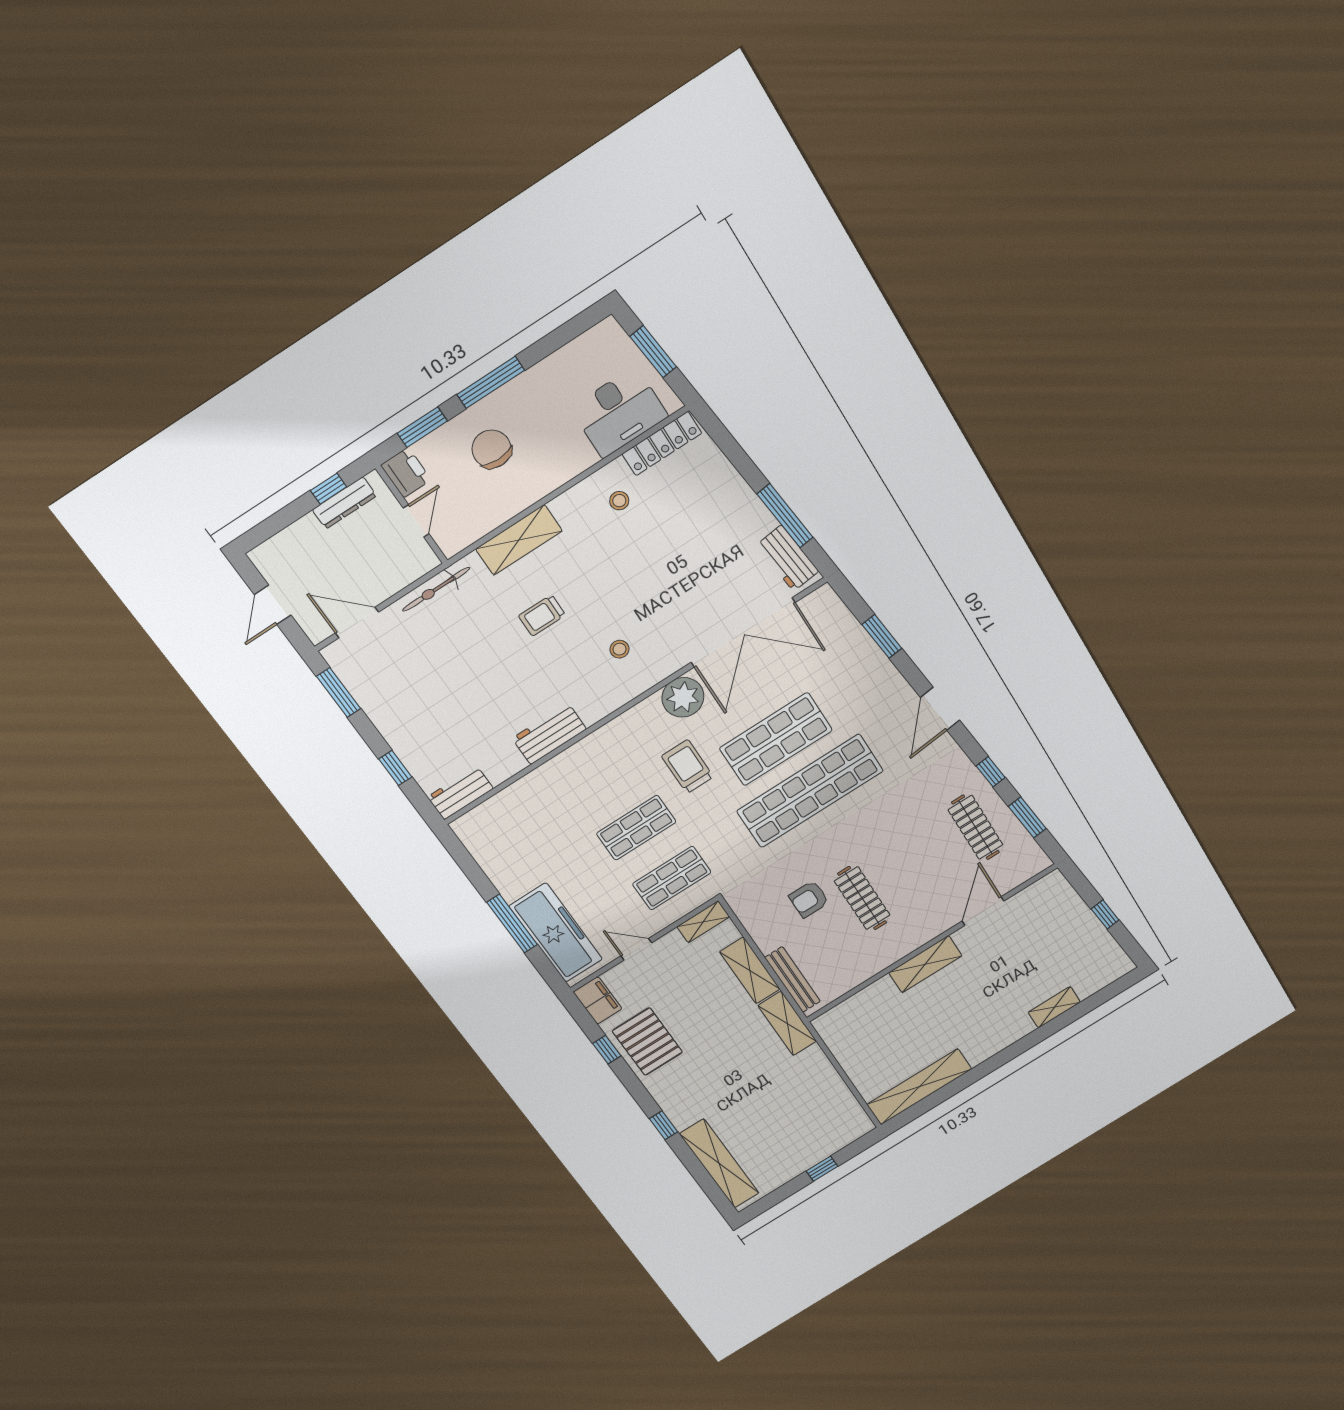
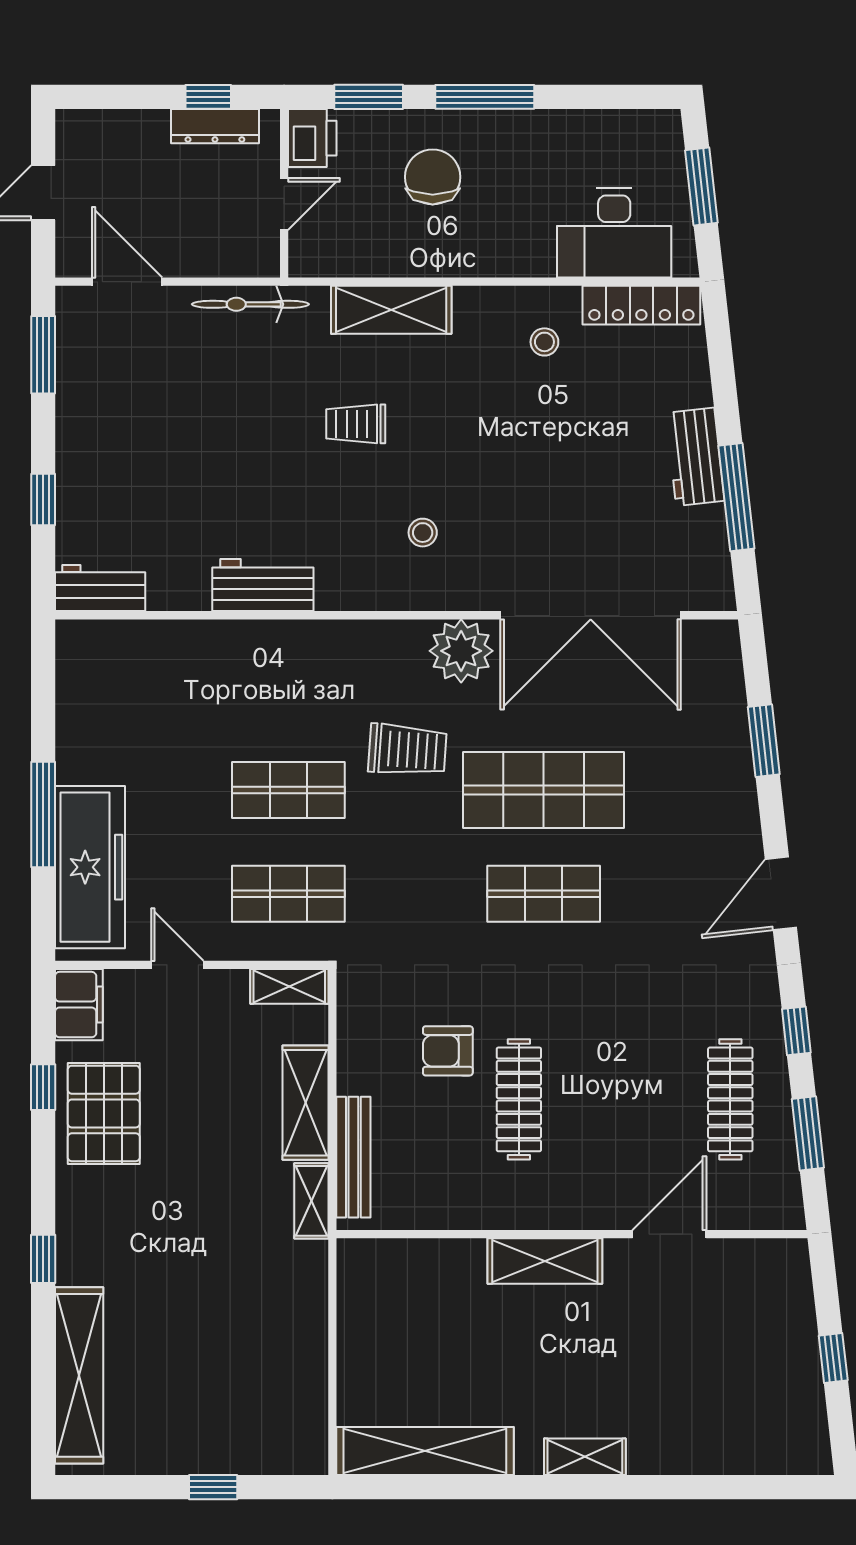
workbench: (788, 558) -> (695, 457), moved
trolley: (687, 767) -> (407, 750), turned 94
shop shelf: (810, 791) -> (544, 894), width x0.50, depth x0.74
shelving: (1054, 1007) -> (585, 1457), moved
shelving: (787, 1023) -> (311, 1201), width x0.67, depth x0.75

